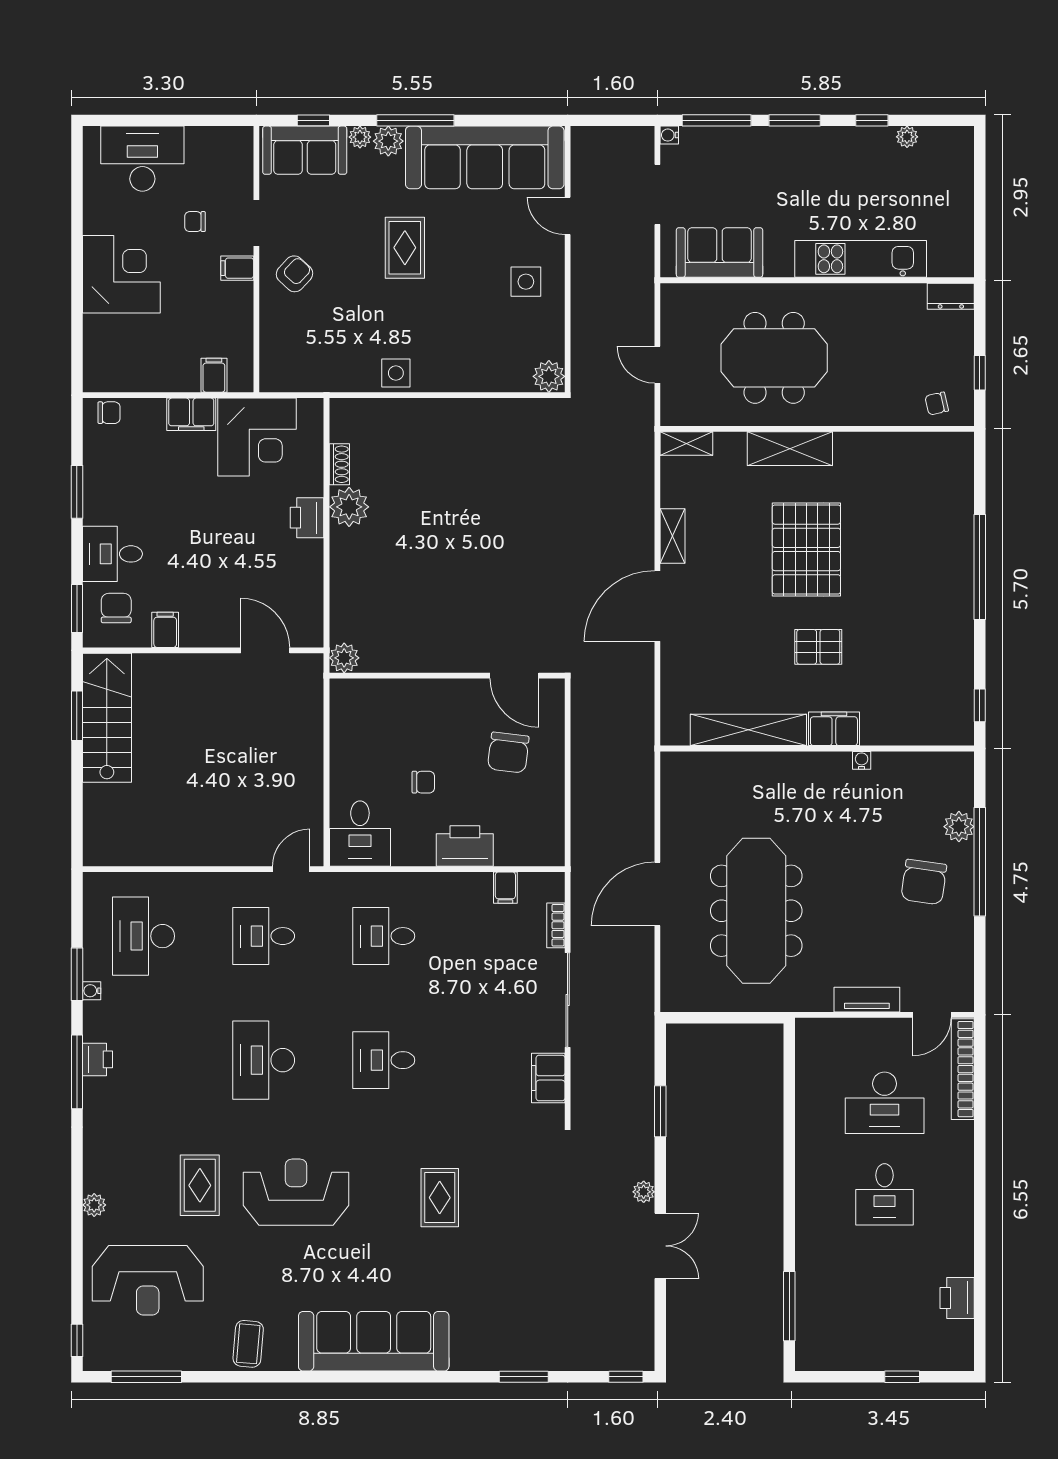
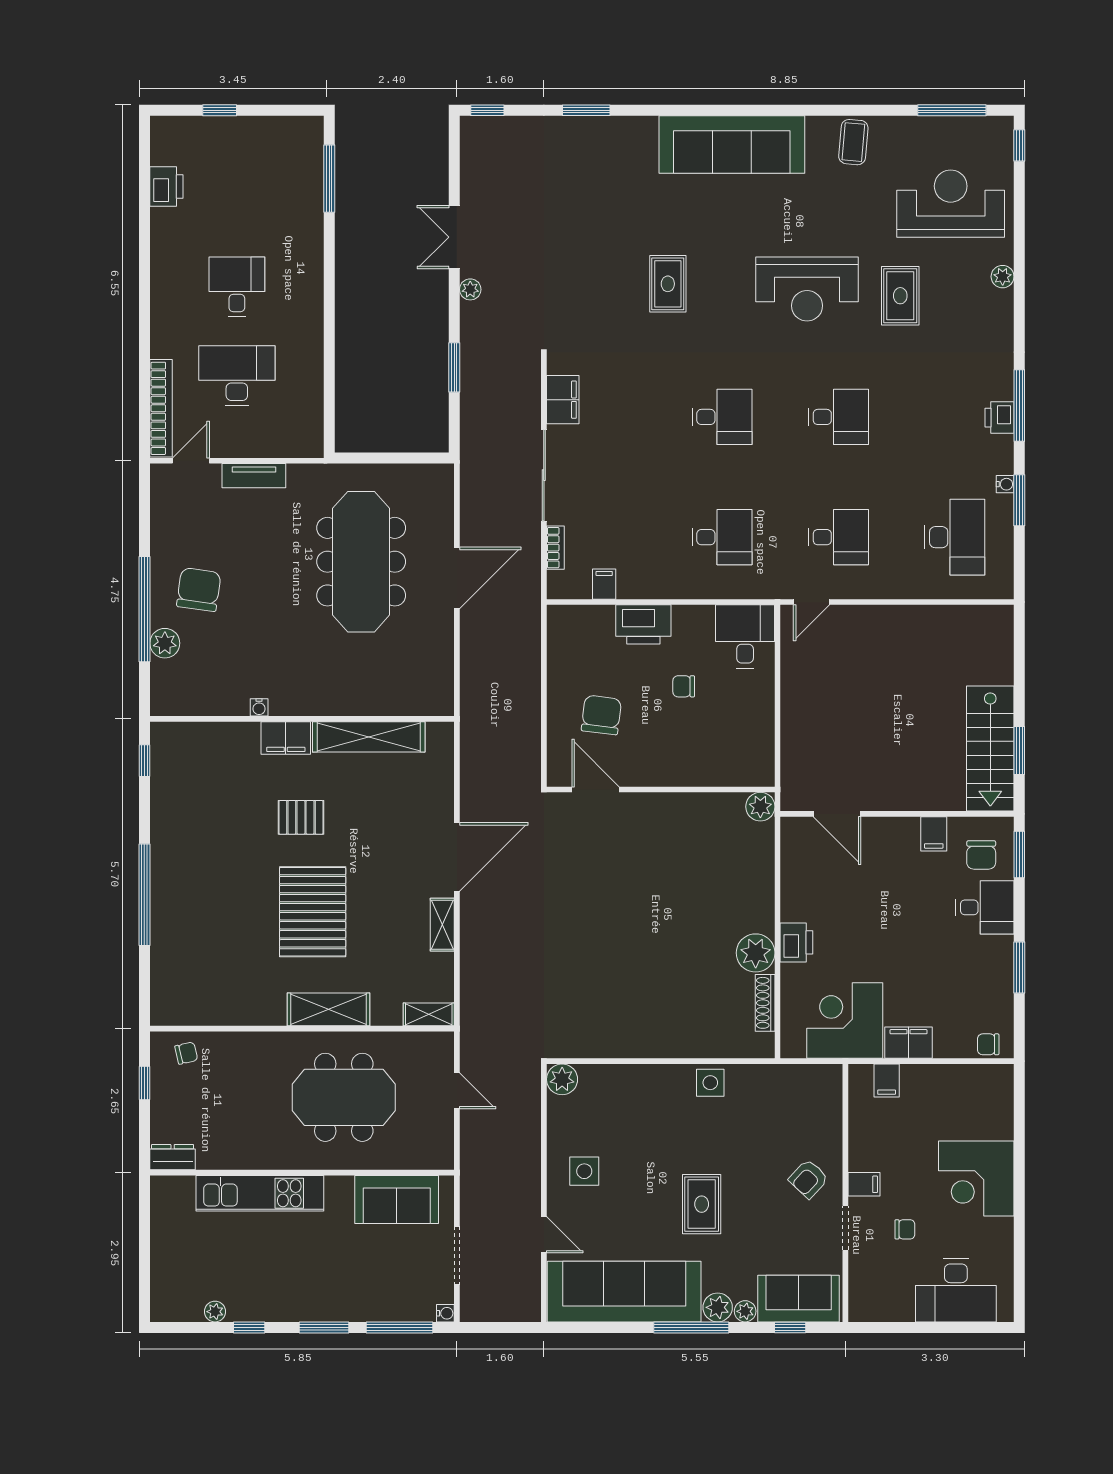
shoe rack: (339, 464) -> (765, 1003), width x1.43
desk: (264, 1060) -> (838, 417), width x0.73

